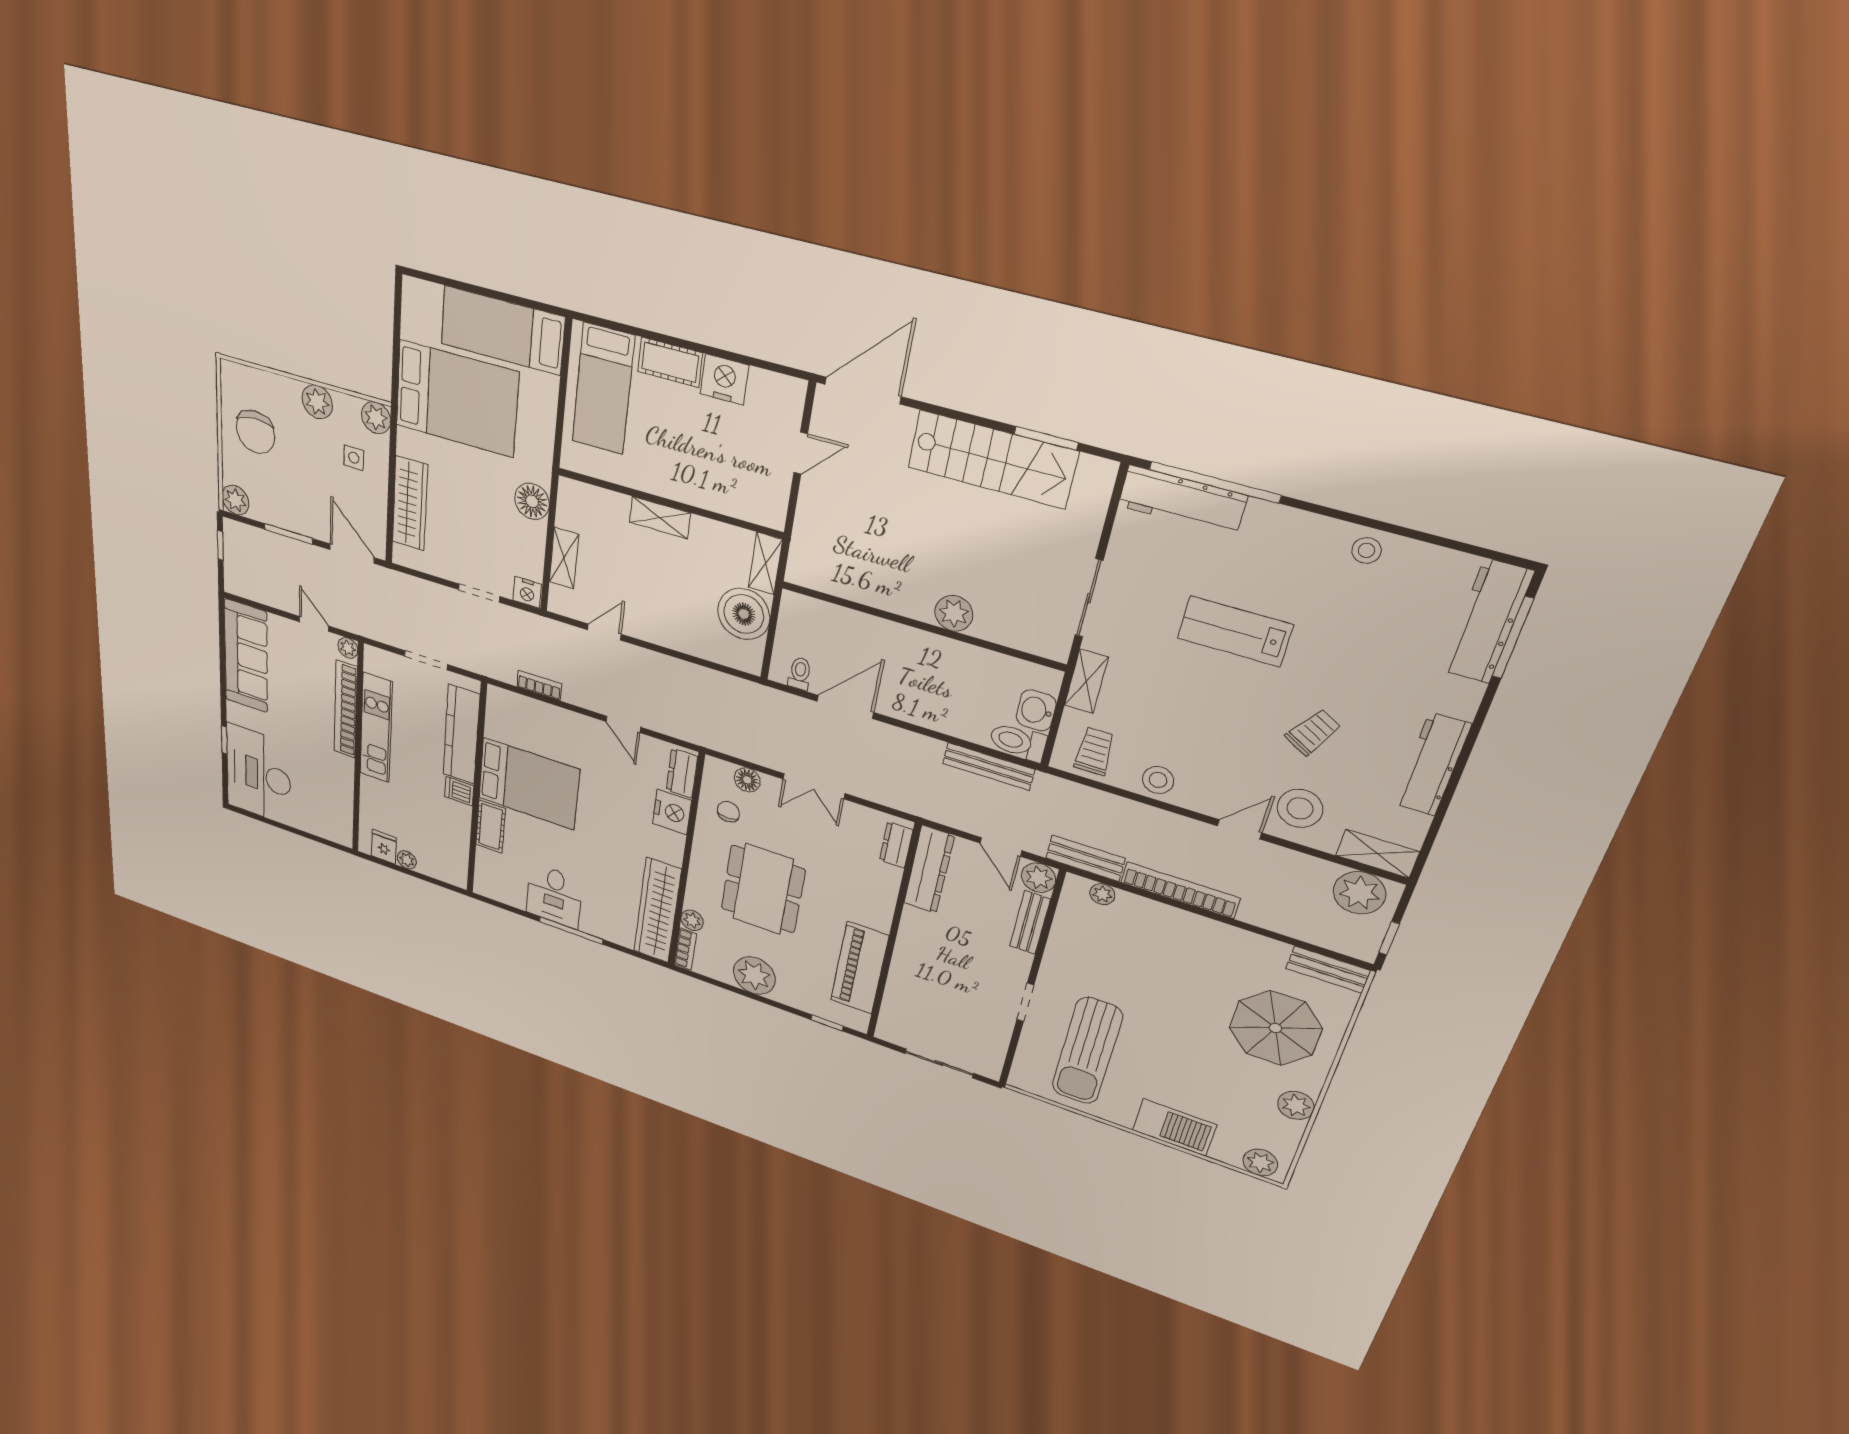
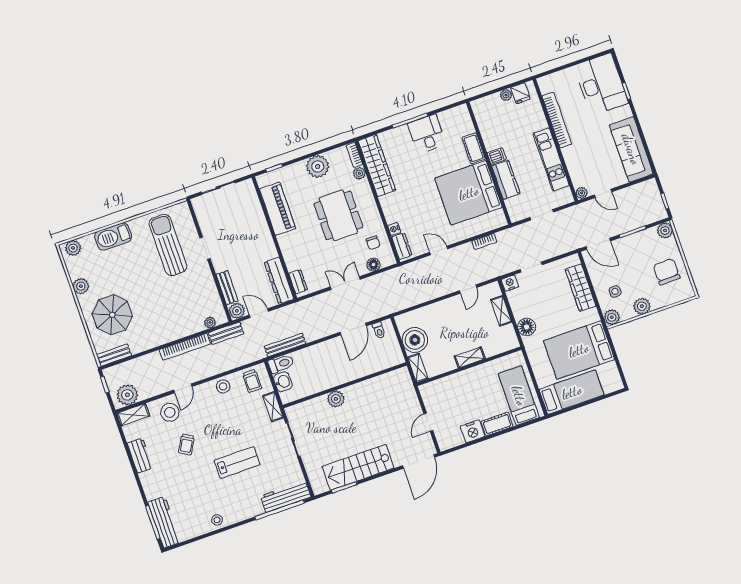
bookcase: (346, 709) -> (557, 120), moved
kitchen counter: (461, 735) -> (506, 180), width x0.67
workbench: (1432, 764) -> (140, 455), width x0.73
bed: (529, 784) -> (469, 193), width x1.36
nightstand: (672, 812) -> (394, 229), width x0.53, depth x0.56

